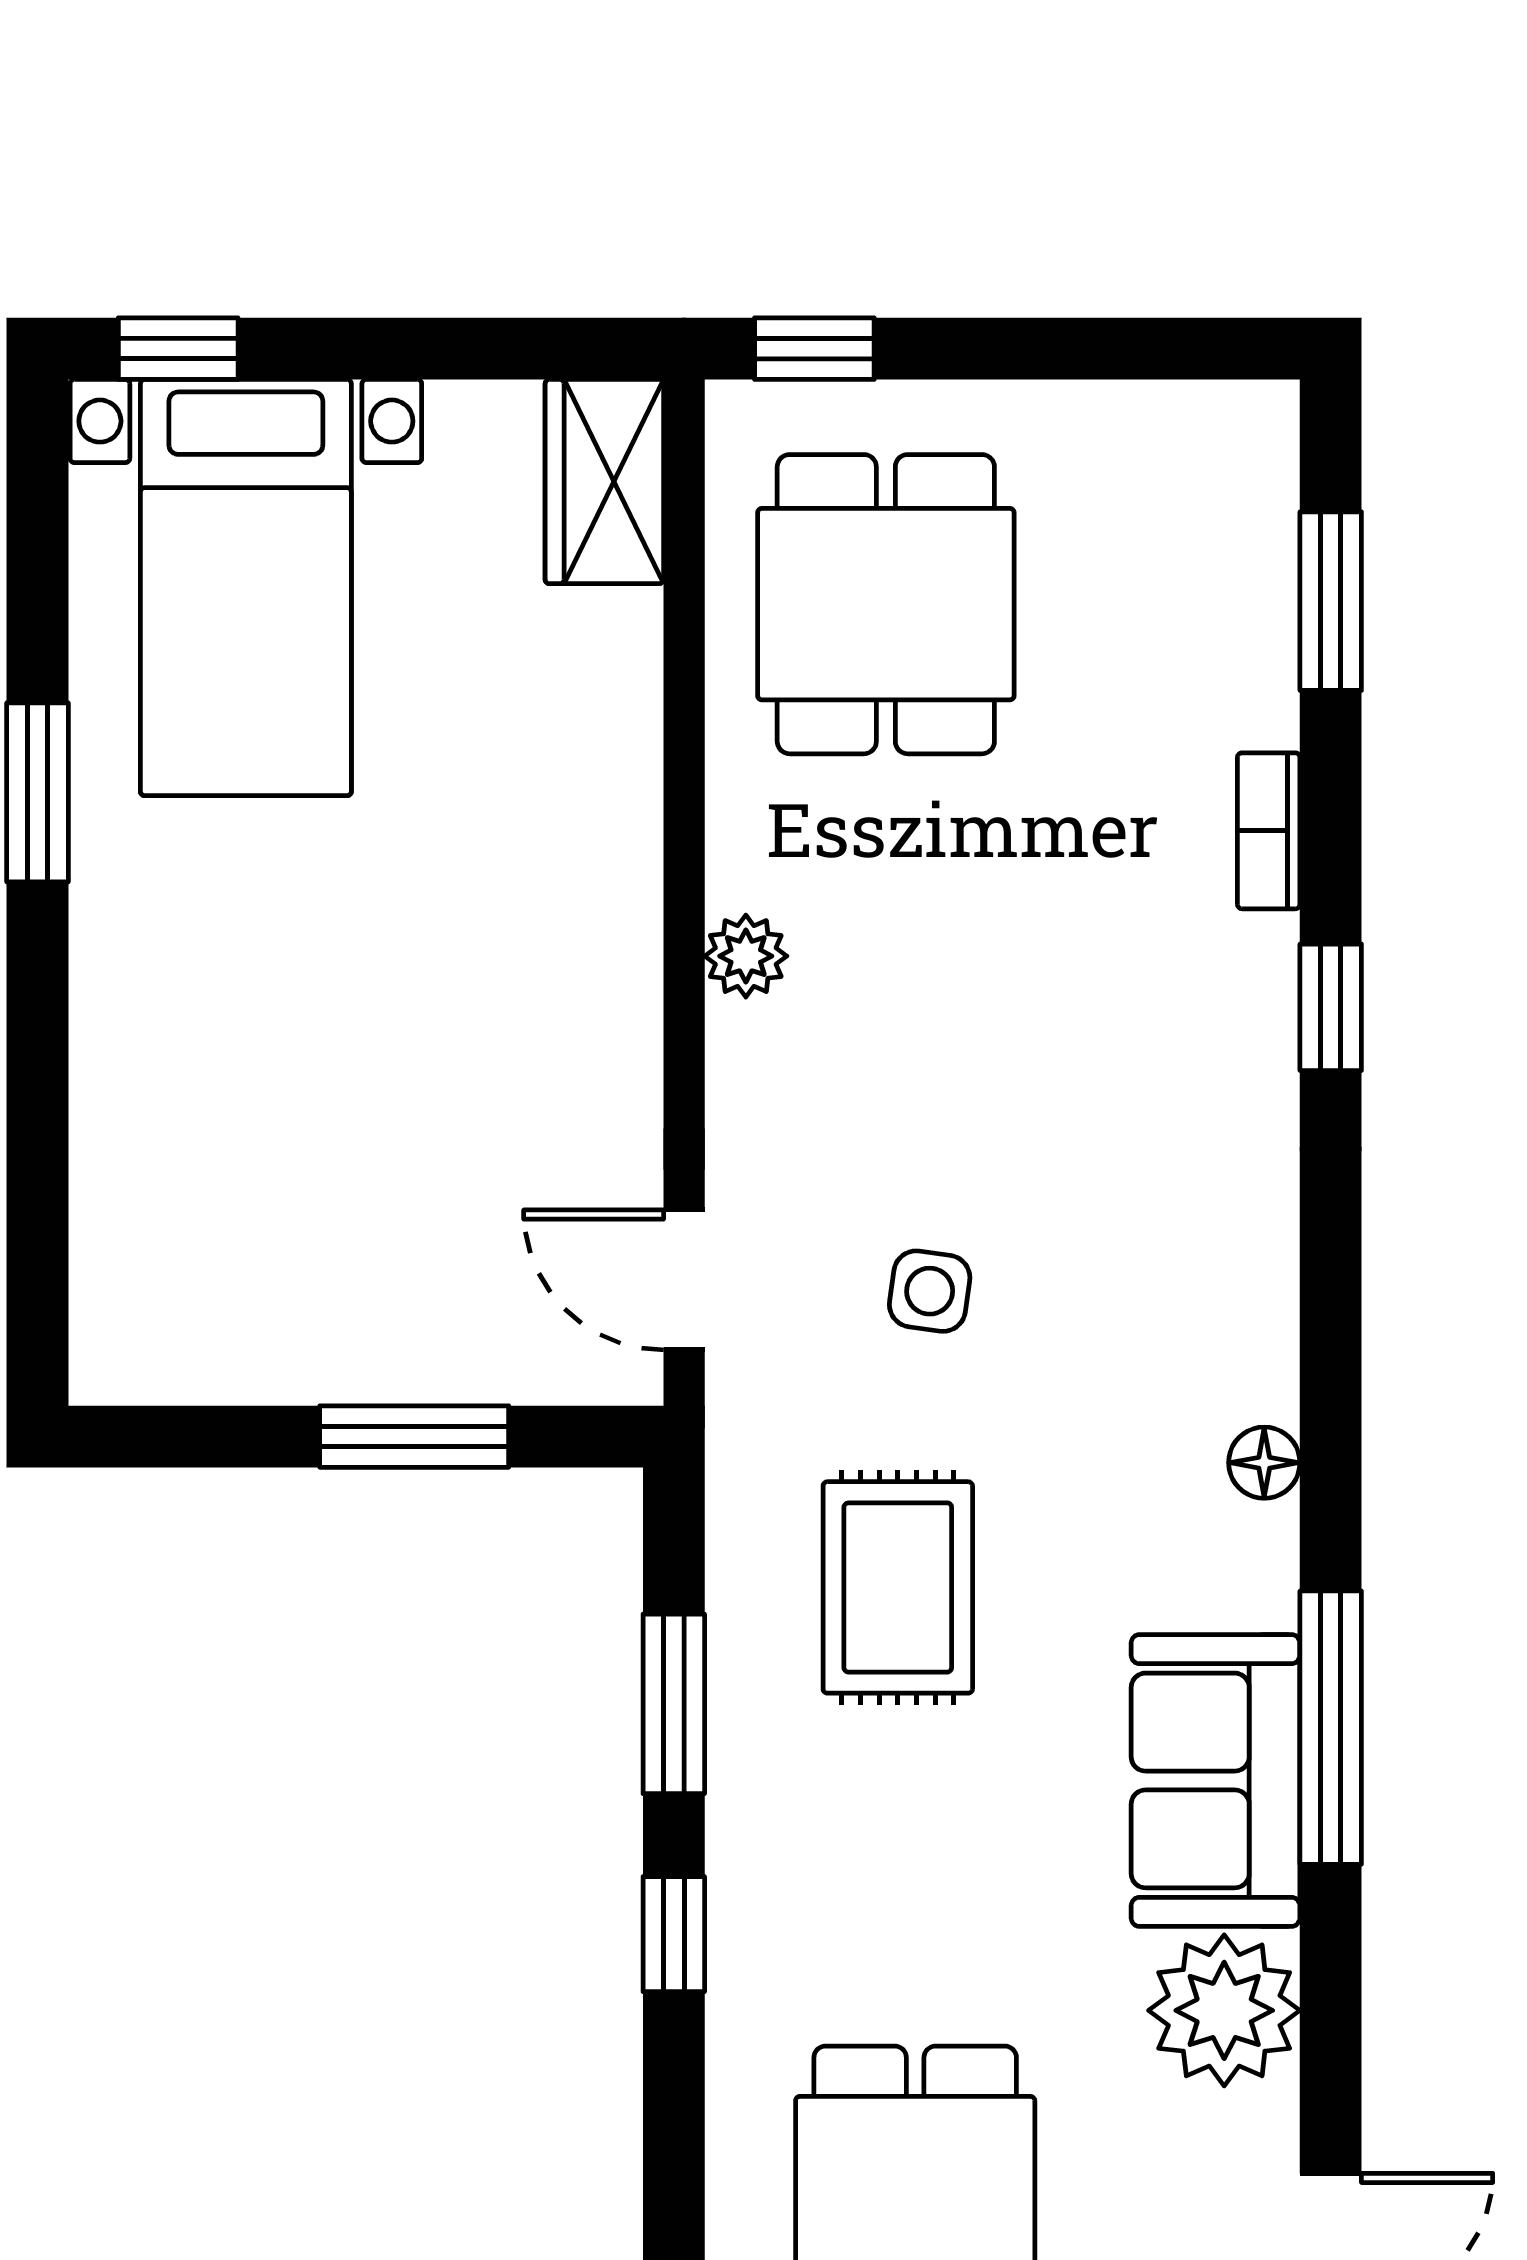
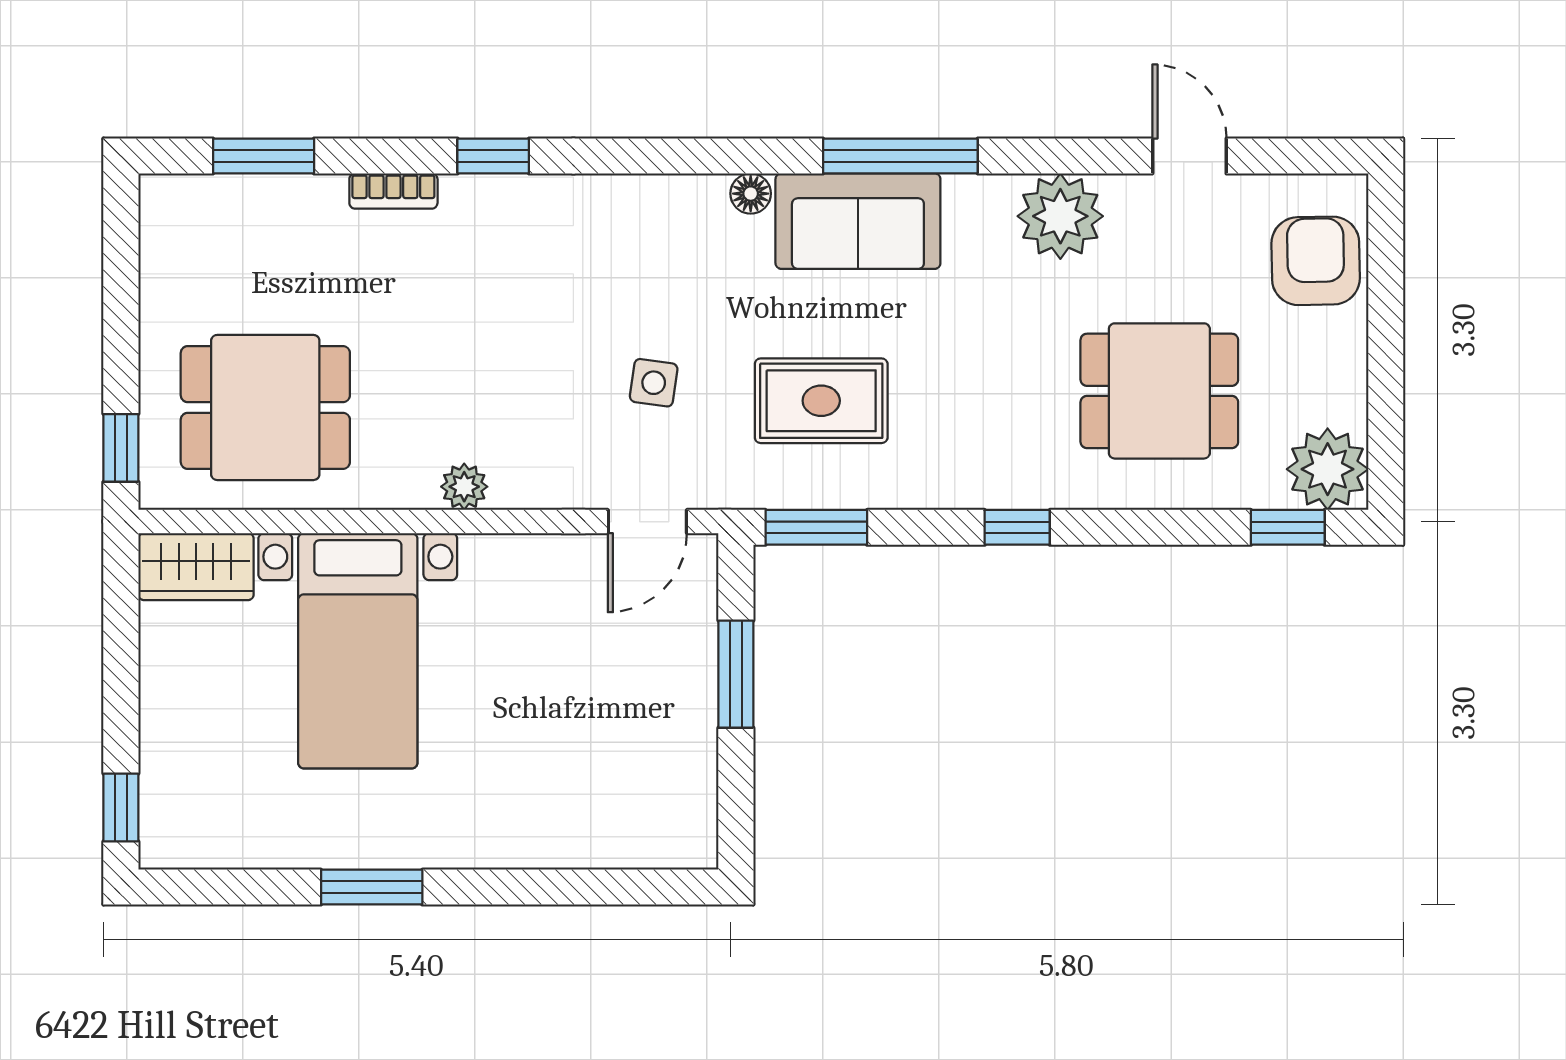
bed with nightstands: (246, 588) -> (358, 651), moved, turned 90
window: (674, 1704) -> (816, 527), moved
sofa: (1215, 1780) -> (858, 221), moved

